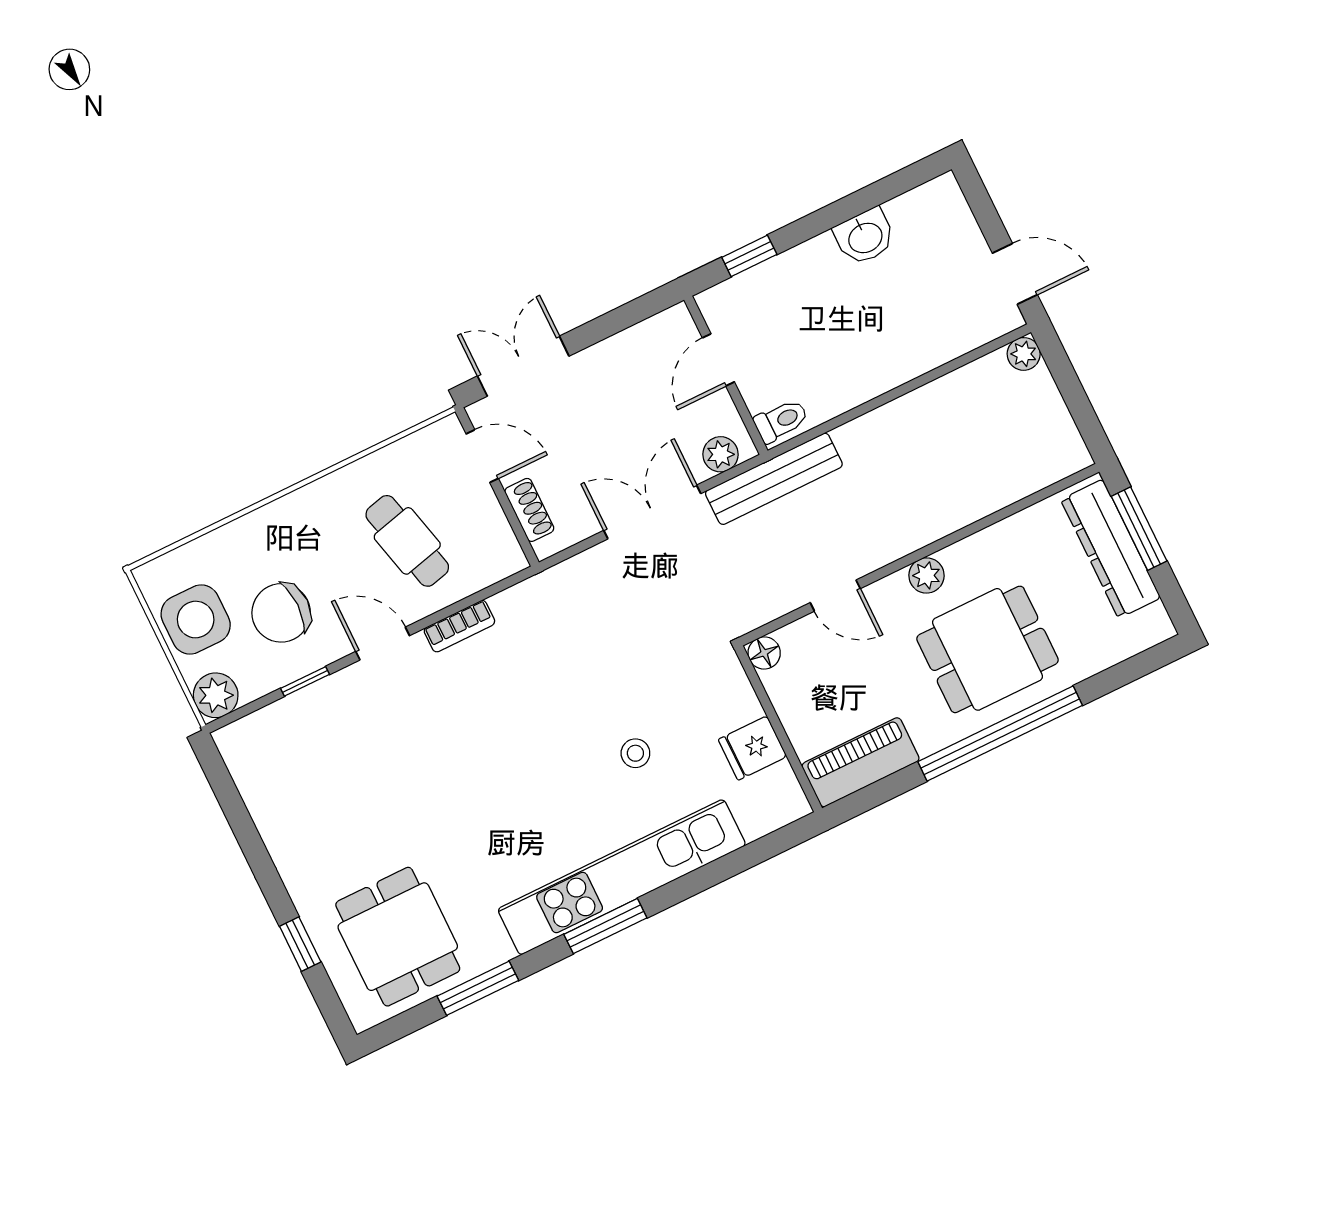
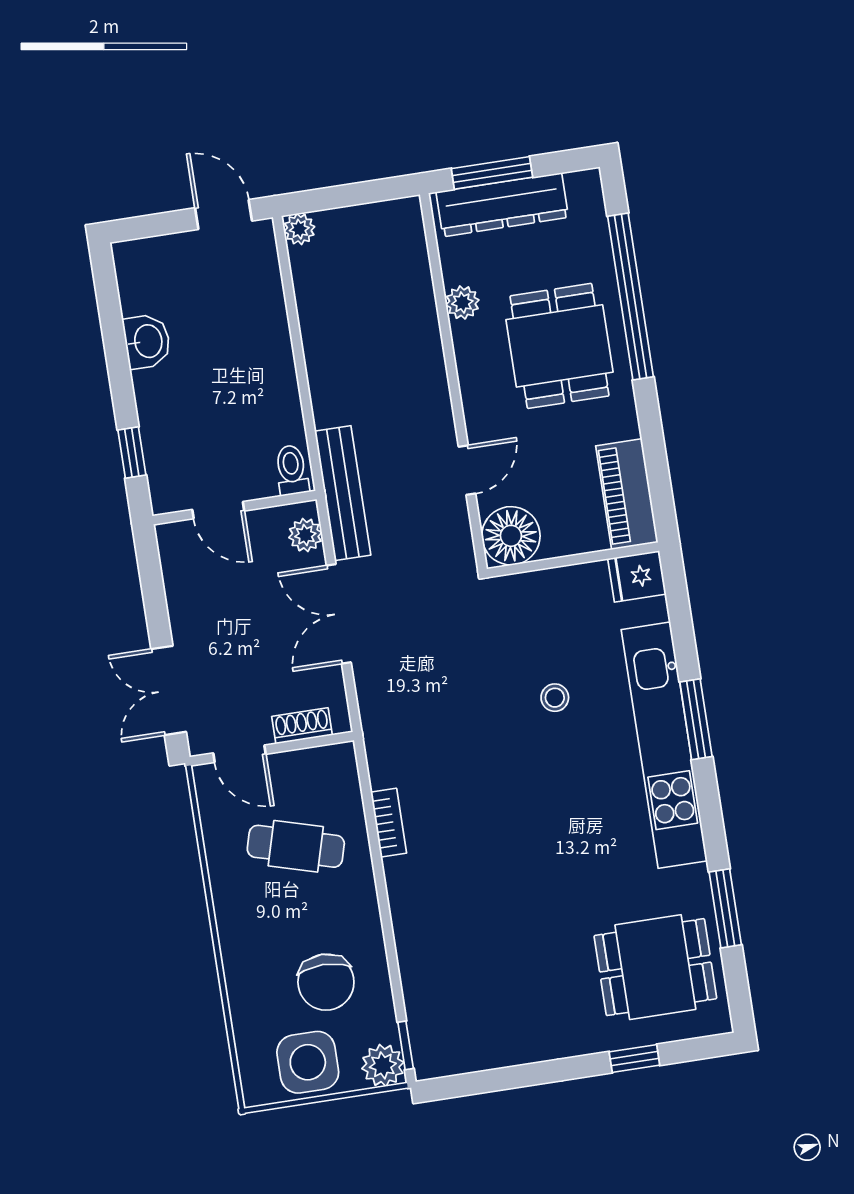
door: (1015, 274) -> (224, 214), hinge flipped
door: (482, 456) -> (239, 754), swing flipped
cafe table: (407, 541) -> (296, 846), turned 30
plant: (926, 575) -> (462, 303), moved
door: (383, 643) -> (383, 898), removed
floor lamp: (764, 653) -> (511, 536), width x1.89, depth x1.89
window: (305, 681) -> (406, 1045), moved
window: (1000, 734) -> (631, 296), moved
fridge: (752, 748) -> (637, 576), moved, turned 90
window: (605, 926) -> (696, 719), moved

